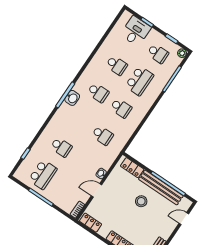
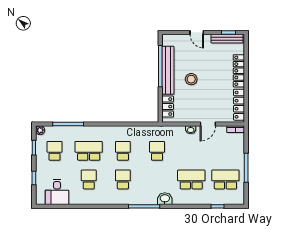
desk: (136, 31) -> (57, 192), moved, turned -90
washbasin: (72, 98) -> (165, 199), moved
school desk: (61, 147) -> (191, 179), width x1.85
door: (96, 190) -> (208, 124), hinge flipped
door: (184, 219) -> (197, 32), moved
locker: (91, 223) -> (239, 105), width x1.53

